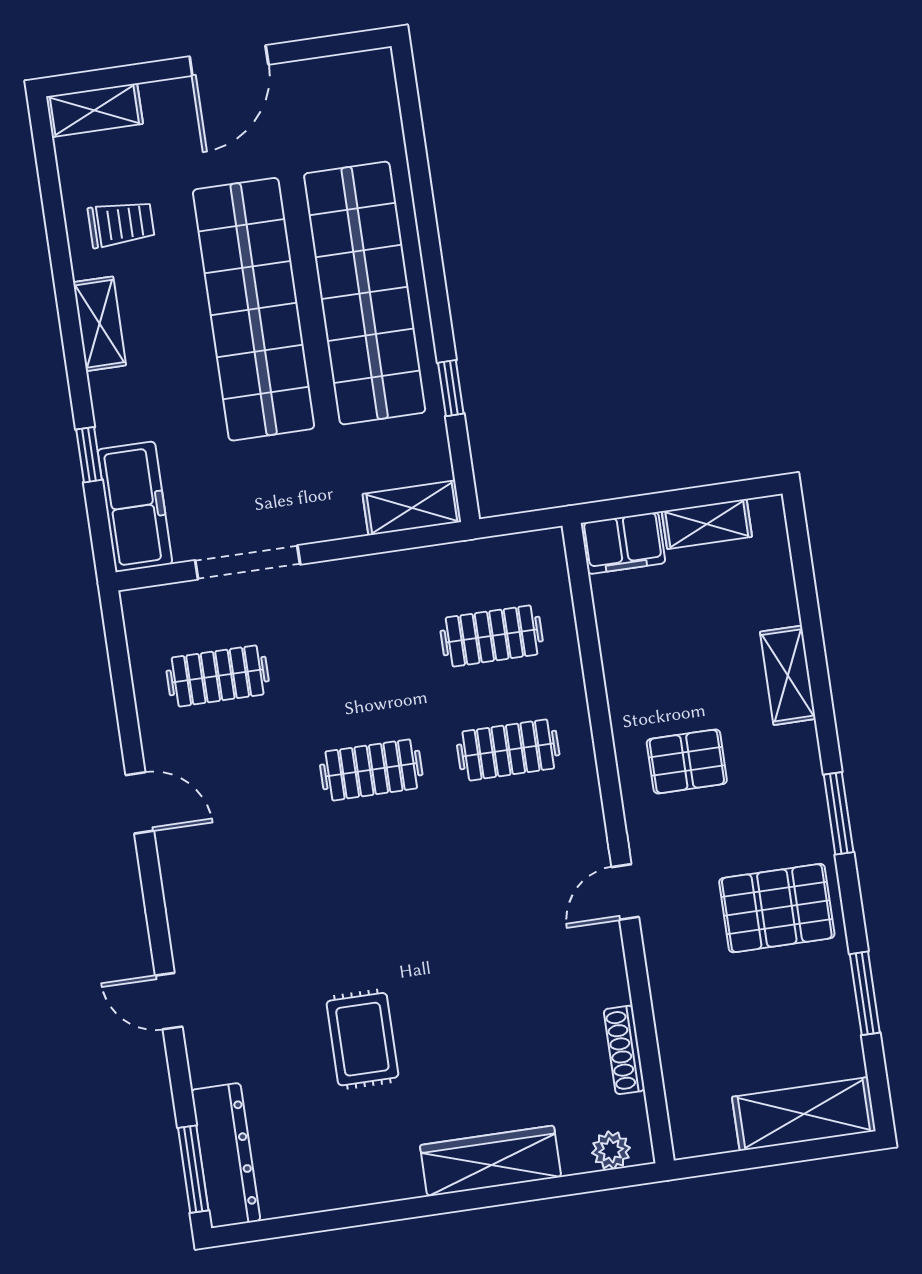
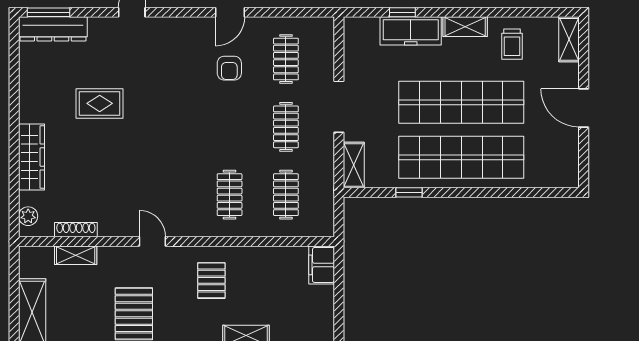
freezer: (135, 507) -> (411, 31), moved
shelving: (707, 524) -> (76, 255), moved, turned 90
doorway: (248, 562) -> (339, 107), moved
clothes rail: (371, 770) -> (286, 127), moved
armchair: (253, 788) -> (229, 68), added

